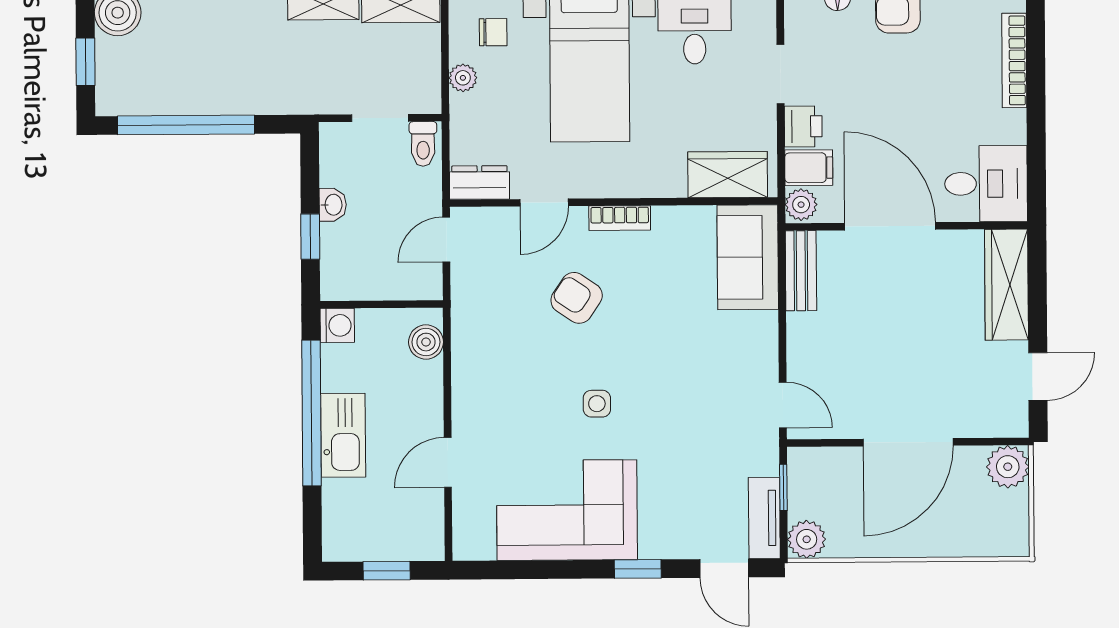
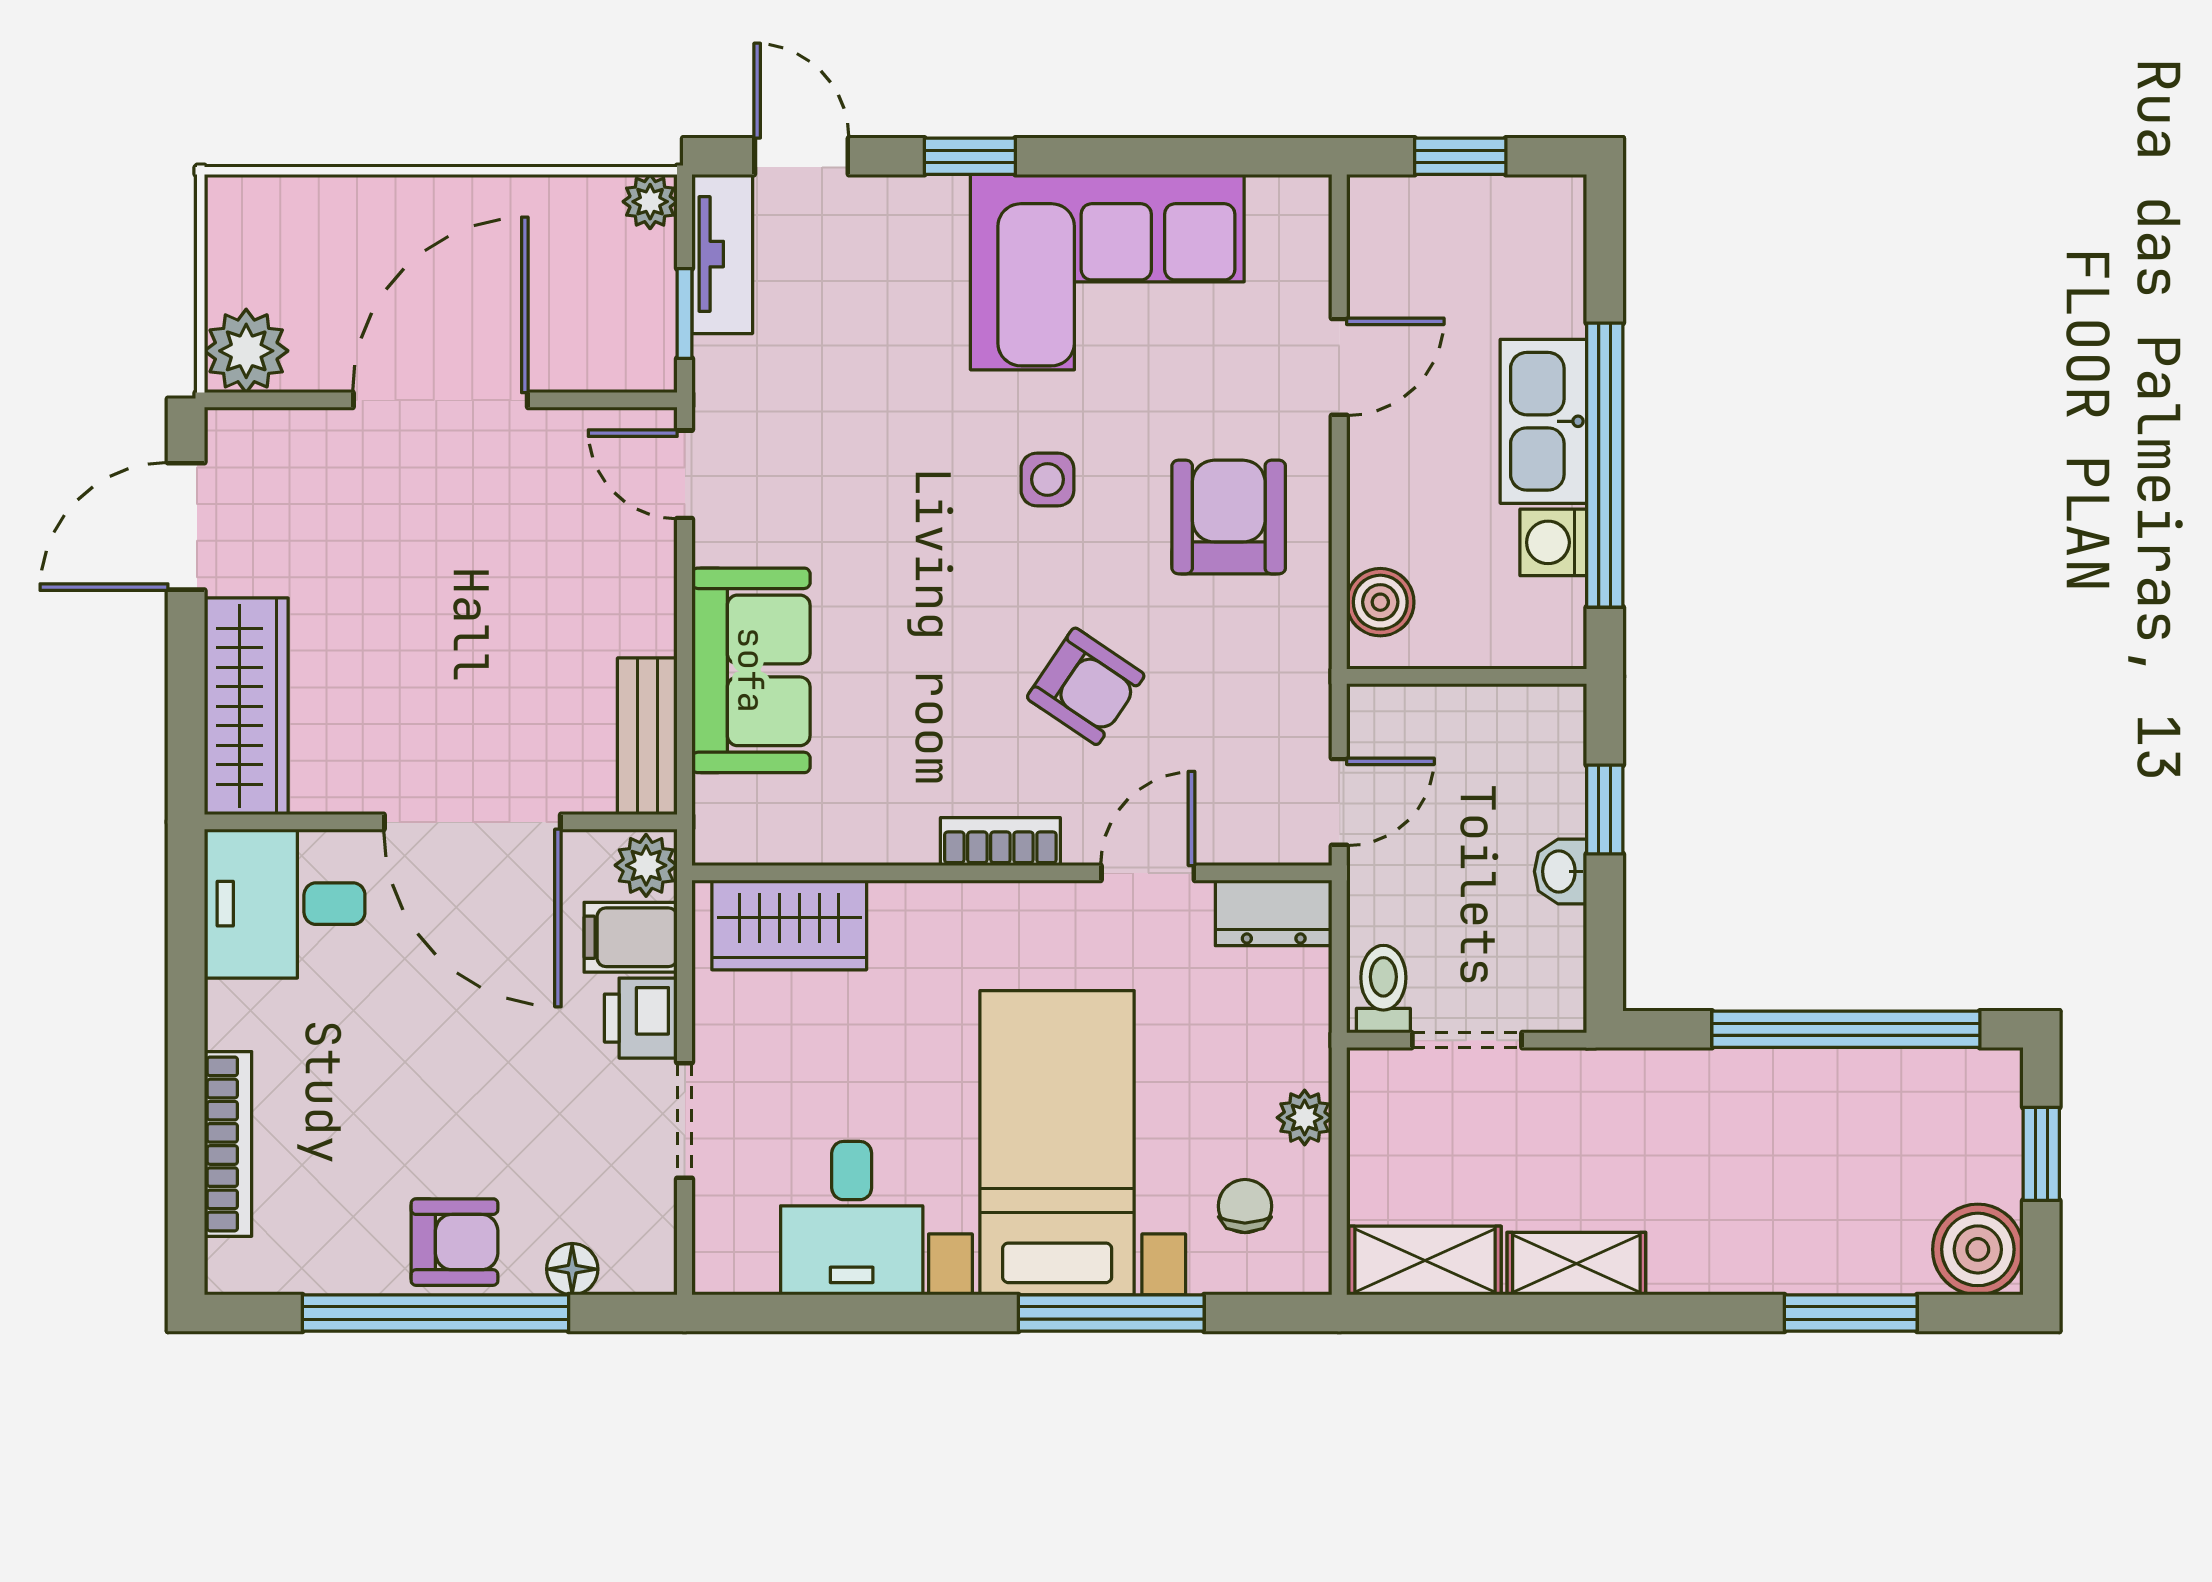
chair: (493, 32) -> (1245, 1206), turned 90
sofa: (748, 257) -> (751, 670), moved
washing machine: (337, 325) -> (1553, 542), moved
door: (1038, 377) -> (186, 526), width x1.38
armchair: (504, 385) -> (1229, 517), added
plant: (807, 539) -> (650, 202), width x0.73, depth x0.73

